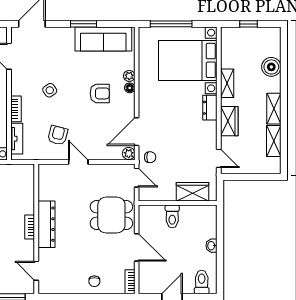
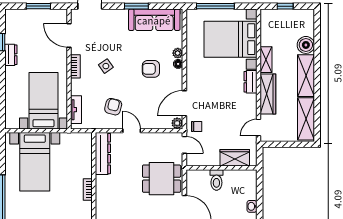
armchair: (100, 93) -> (151, 69), turned 180
bookcase: (16, 109) -> (75, 66), moved
shelving: (274, 109) -> (306, 76), width x1.50, depth x1.33
wardrobe: (229, 121) -> (268, 94), width x1.50
shelving: (274, 141) -> (306, 119), width x1.50, depth x1.33
door: (219, 158) -> (258, 128), swing flipped
dresser: (46, 224) -> (103, 154), moved

